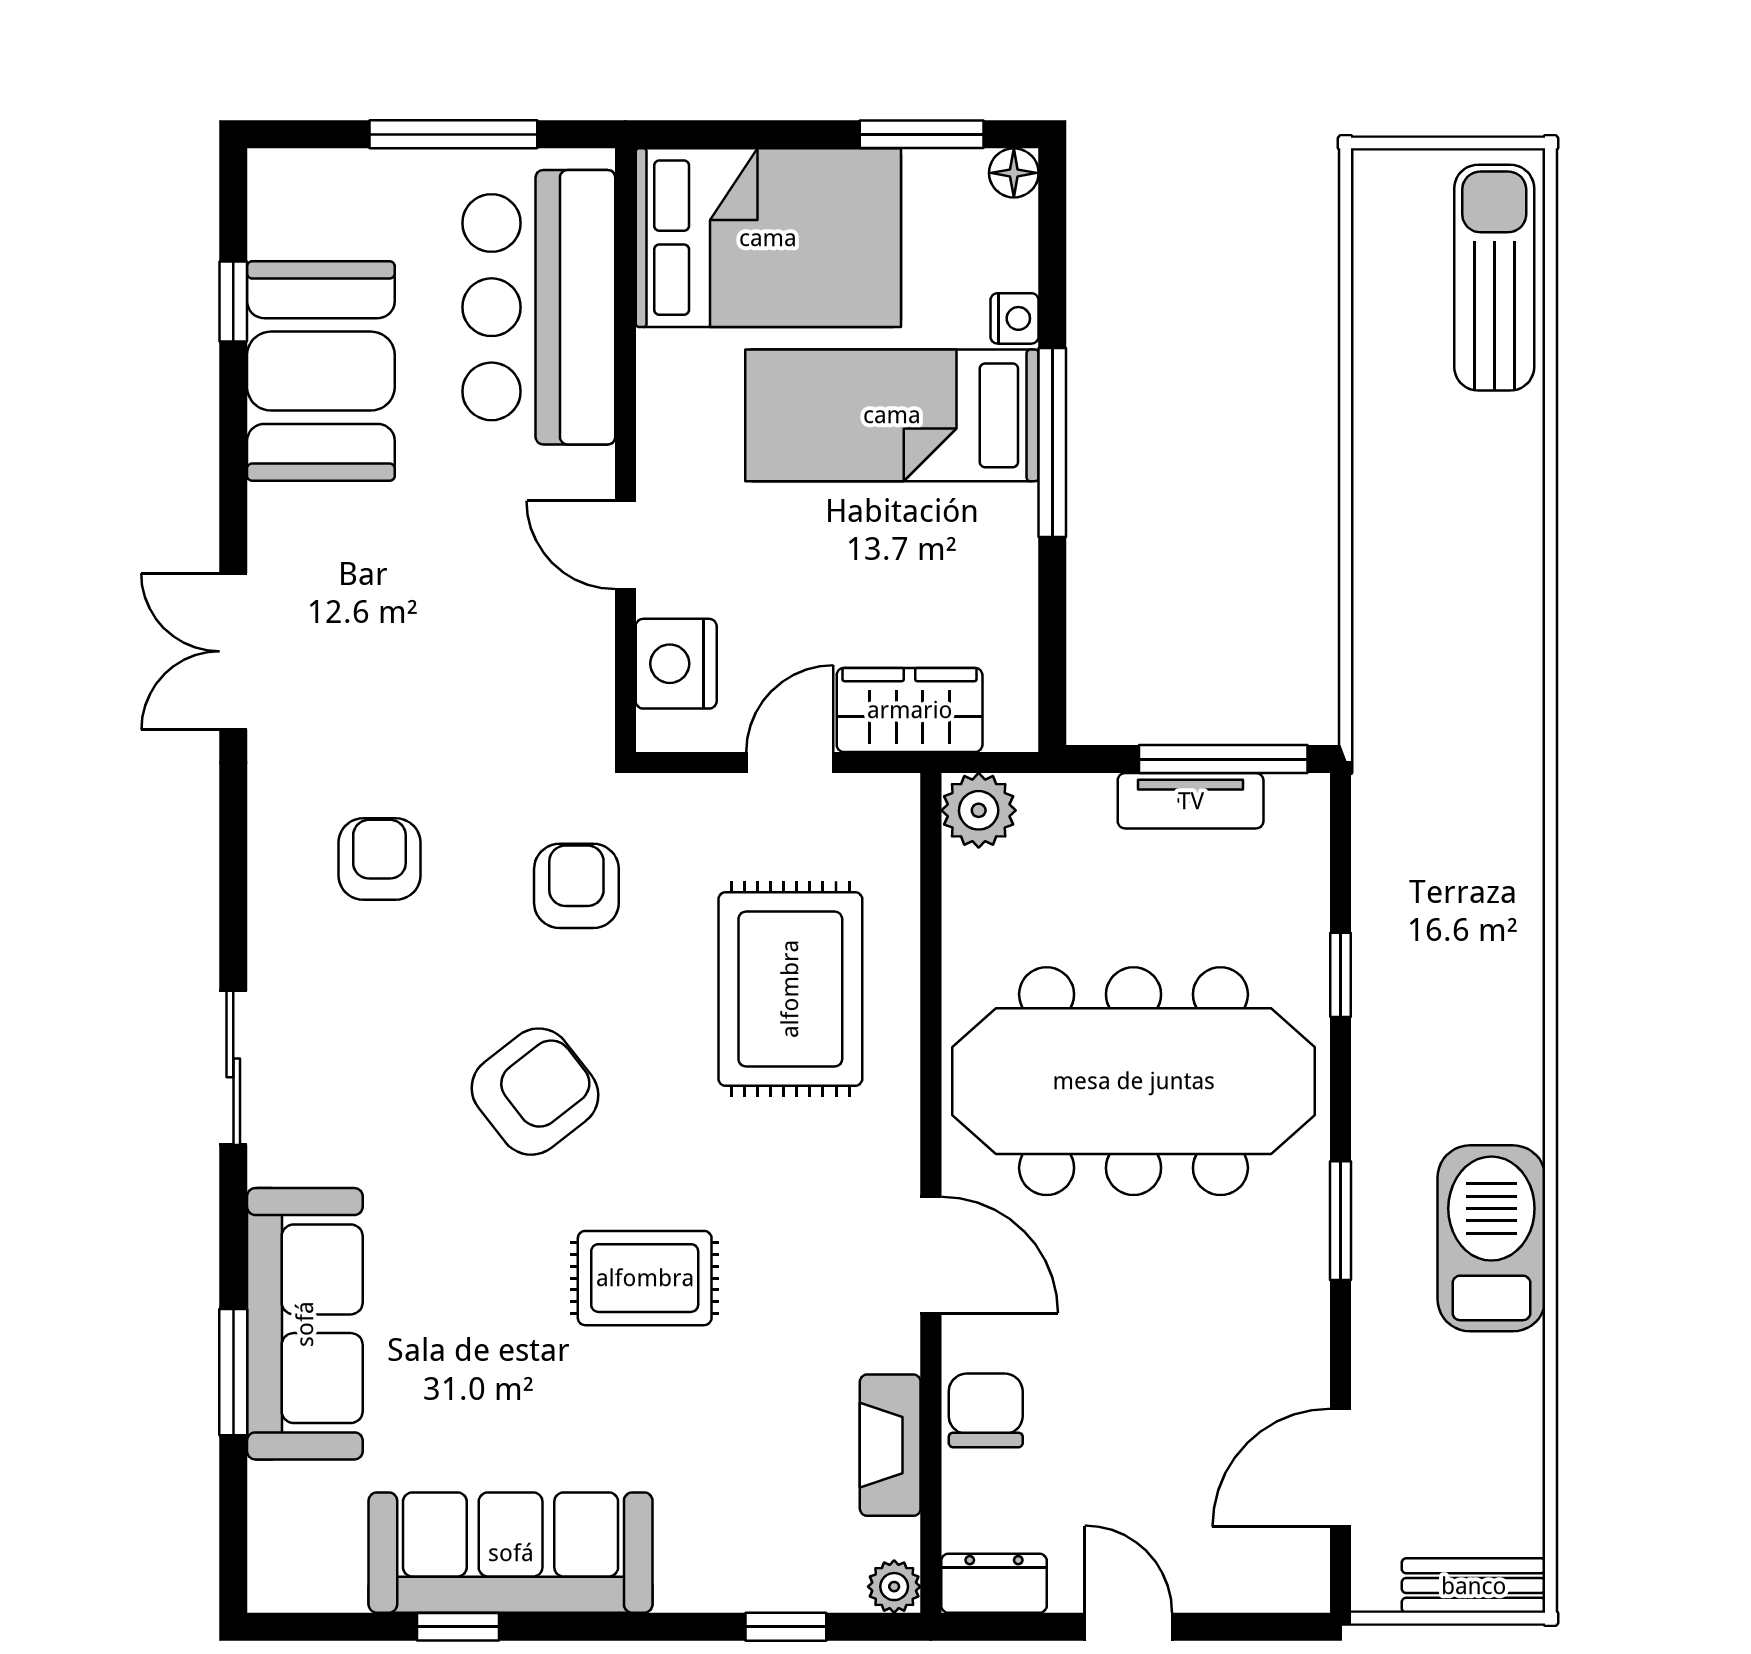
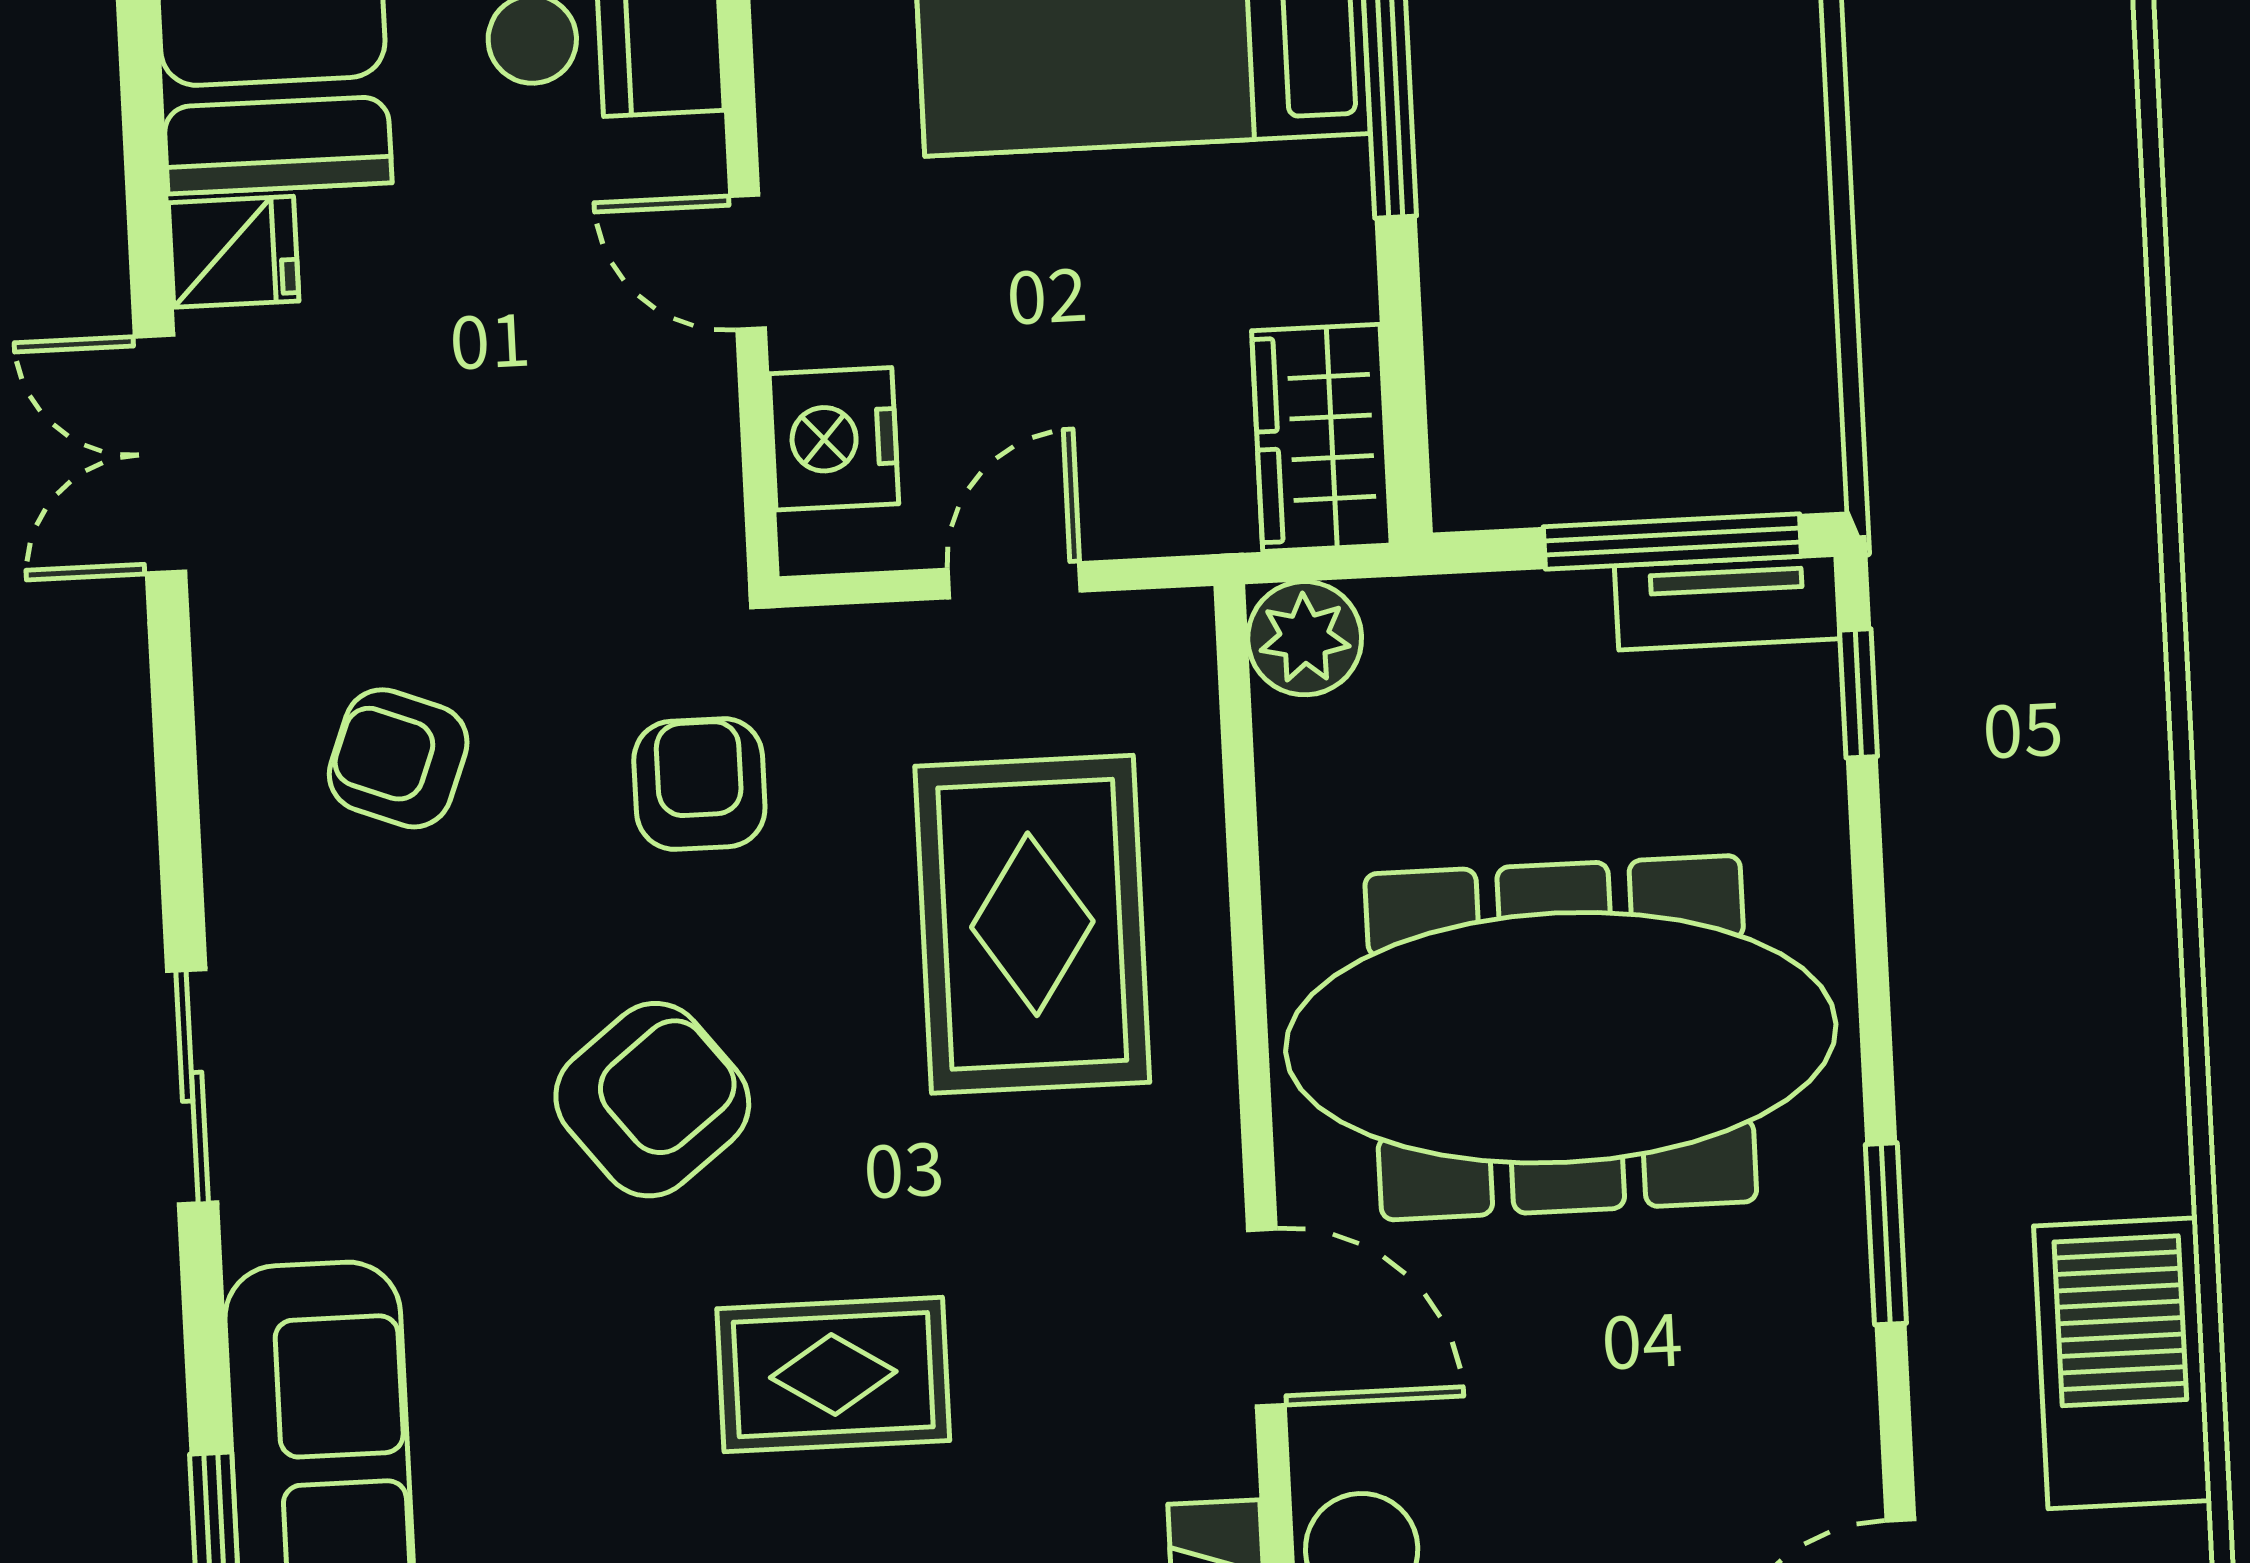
fridge: (288, 521) -> (234, 252), added
wardrobe: (910, 710) -> (1321, 438), moved, turned -90
tv unit: (1191, 801) -> (1727, 602), moved
armchair: (379, 859) -> (398, 758), turned -69
window: (1340, 975) -> (1858, 693), moved
barbecue: (1491, 1238) -> (2122, 1363), moved

